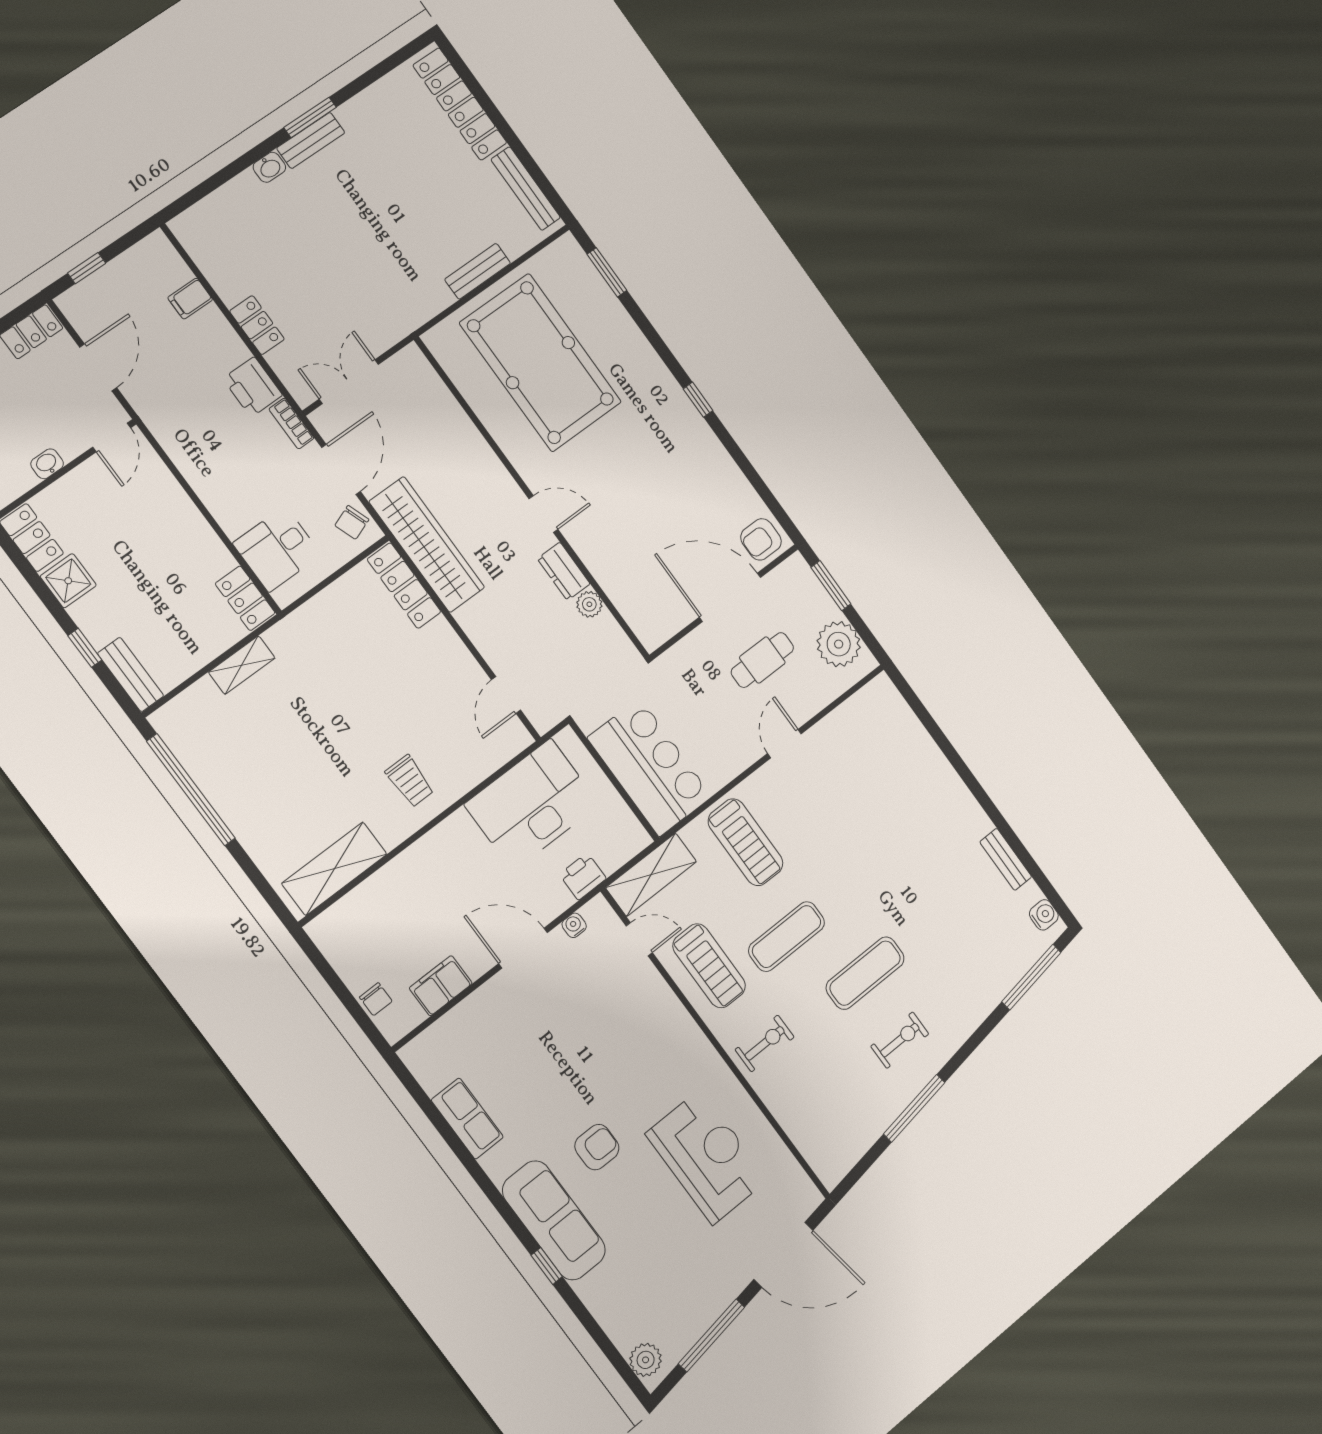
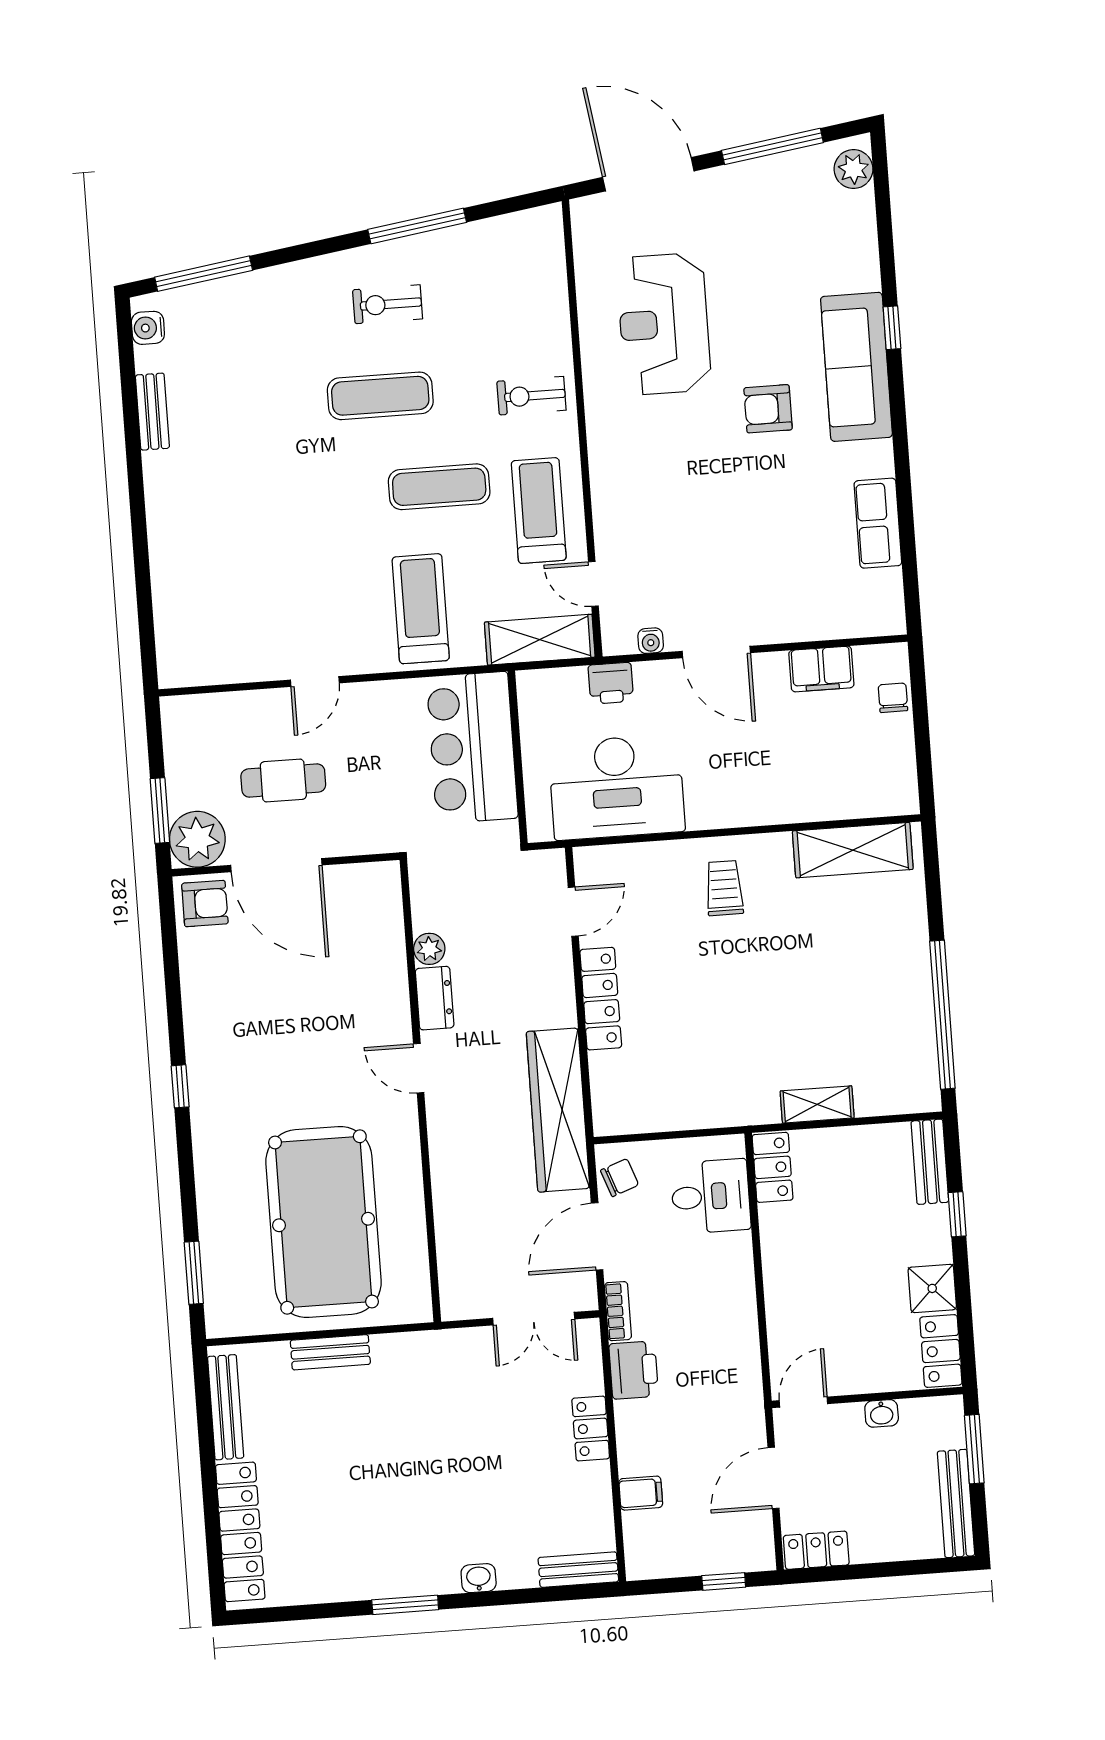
bench: (311, 140) -> (578, 1570), moved
locker: (404, 586) -> (601, 999), moved
plant: (839, 644) -> (197, 839), moved

